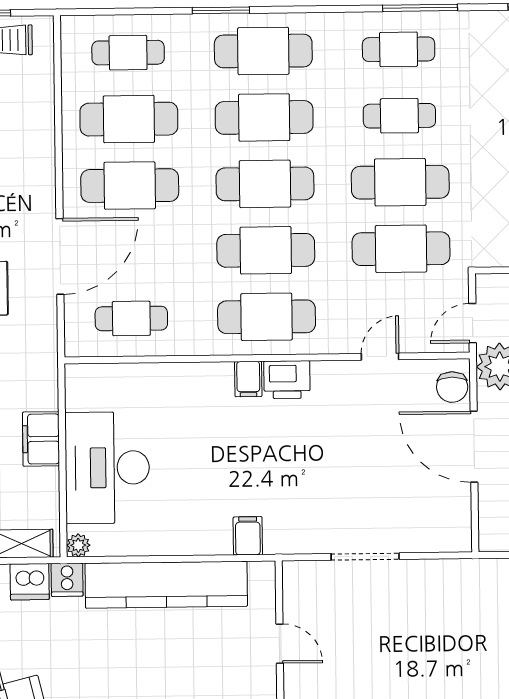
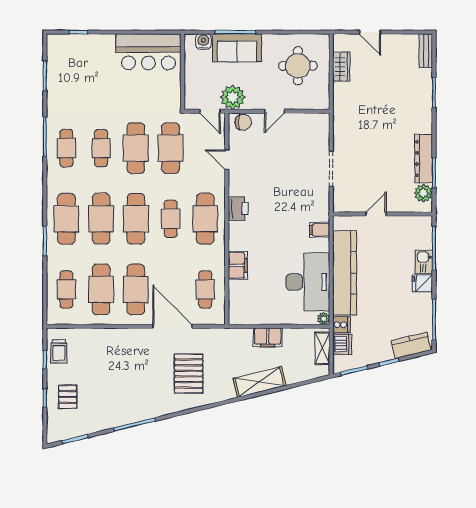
cafe table: (266, 250) -> (171, 219), width x0.73, depth x0.74
filing cabinet: (248, 379) -> (238, 265), moved, width x2.00
door: (474, 447) -> (274, 111), width x0.53
desk: (107, 468) -> (308, 282), moved, turned -90

